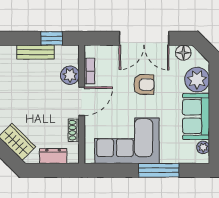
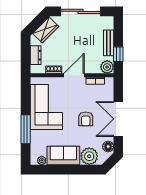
plant: (70, 75) -> (107, 67), moved
door: (82, 101) -> (74, 75), swing flipped

